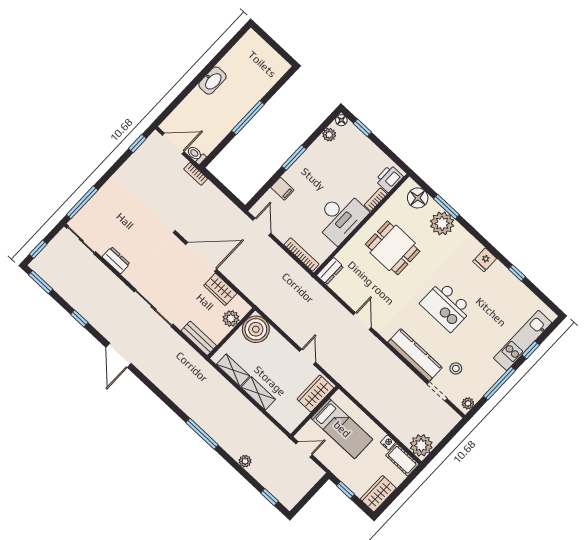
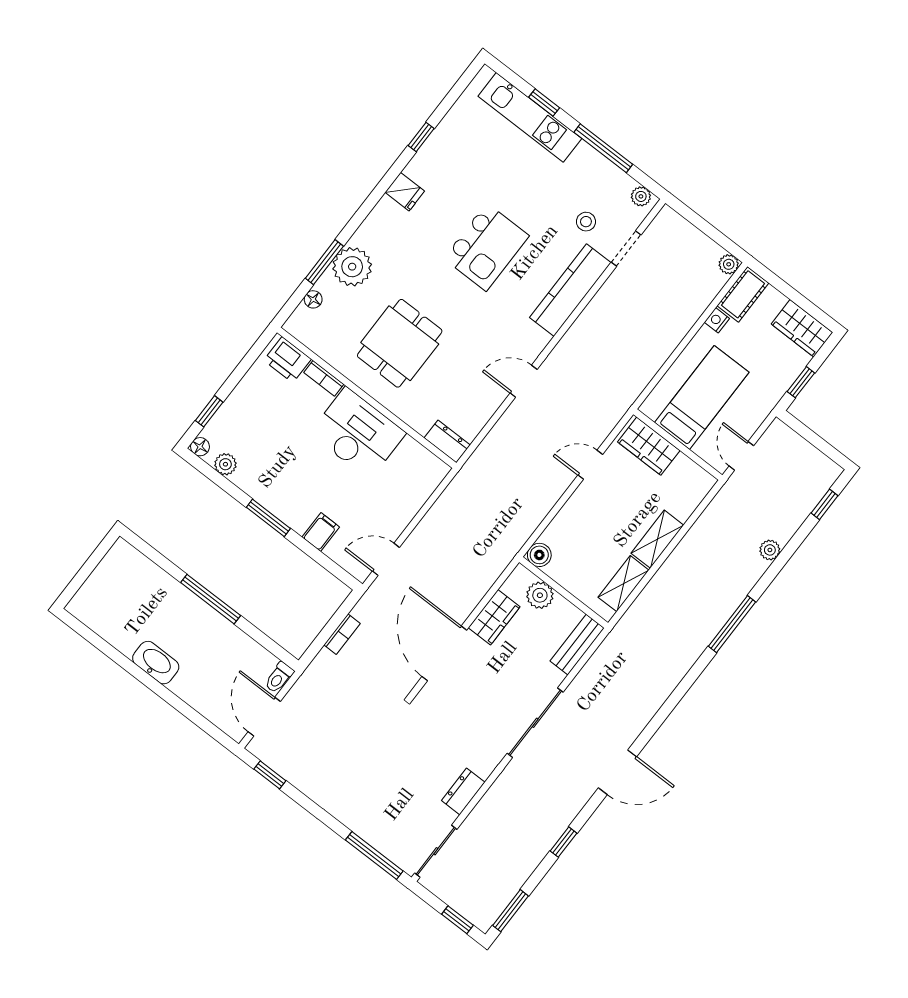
bookcase: (196, 174) -> (342, 634), moved
floor lamp: (418, 198) -> (313, 299), width x0.53, depth x0.53
bookcase: (301, 254) -> (425, 491), removed
boiler: (256, 329) -> (539, 555), width x0.54, depth x0.54
plant: (421, 445) -> (729, 264), width x0.53, depth x0.53

